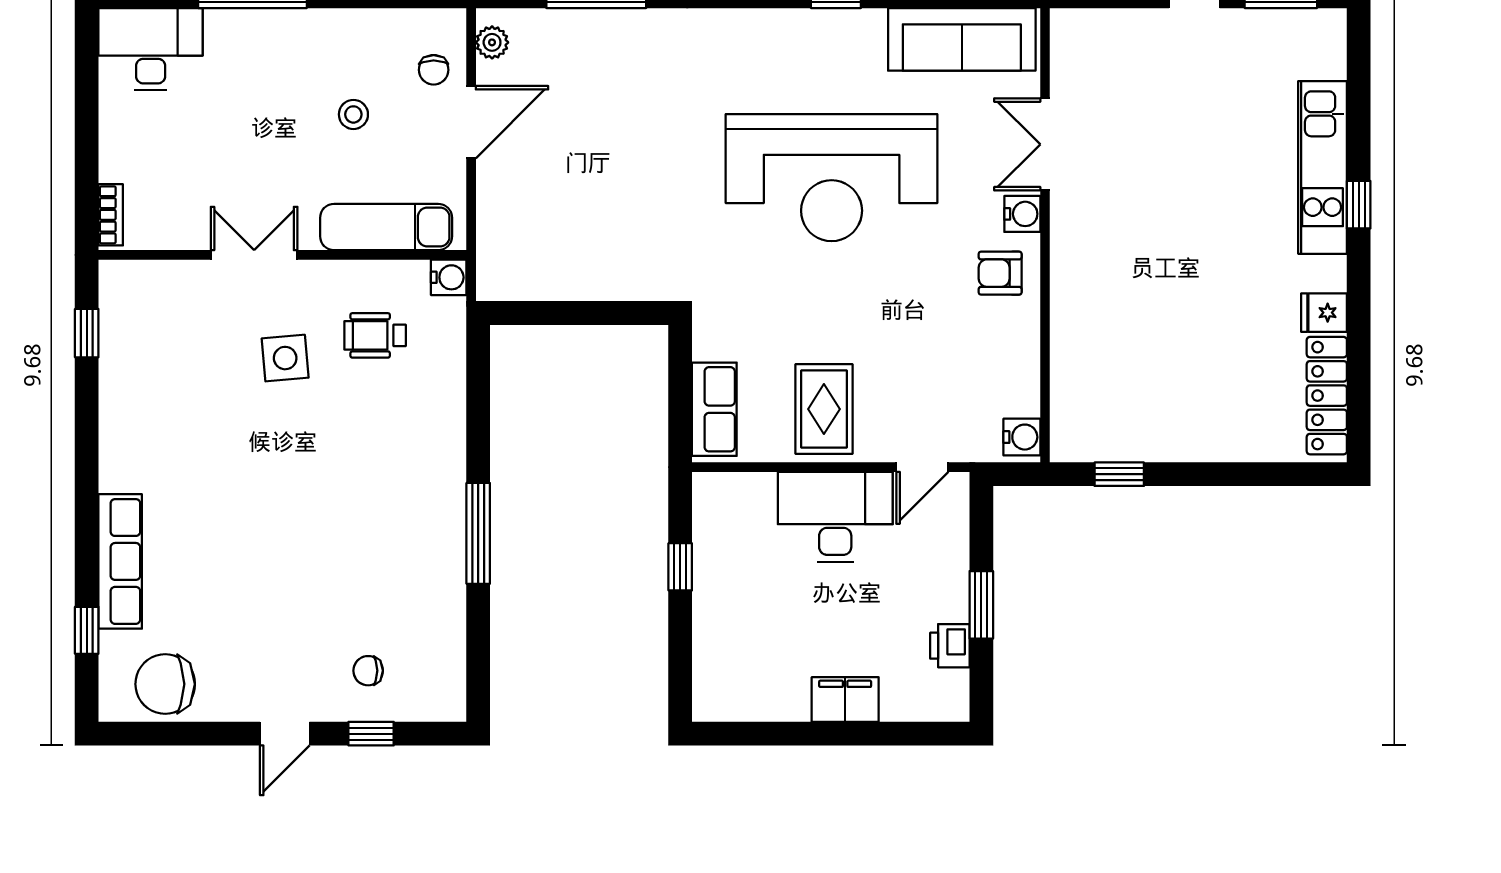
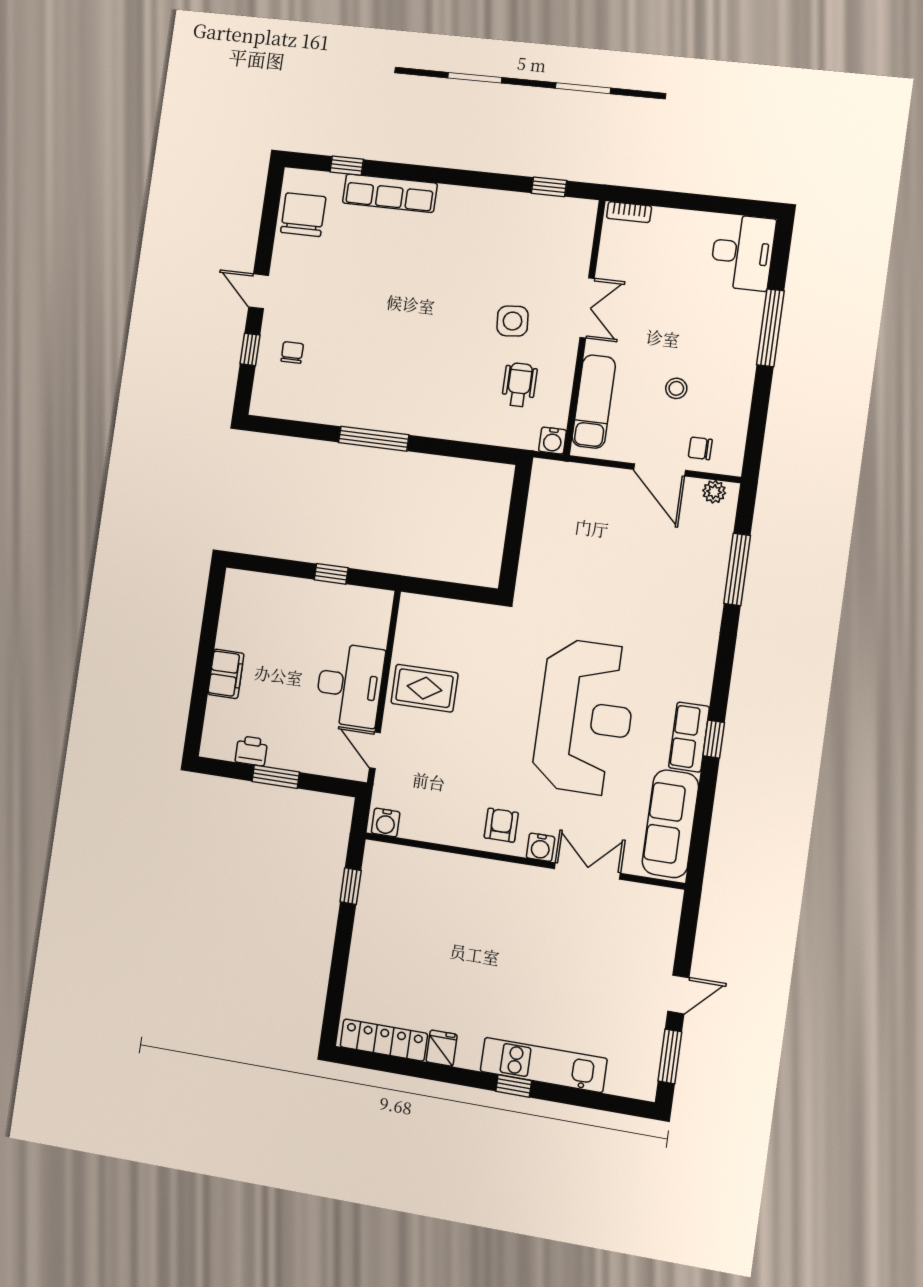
reception desk: (832, 178) -> (585, 717), turned 180
row of seats: (714, 409) -> (689, 737), moved, turned 90

